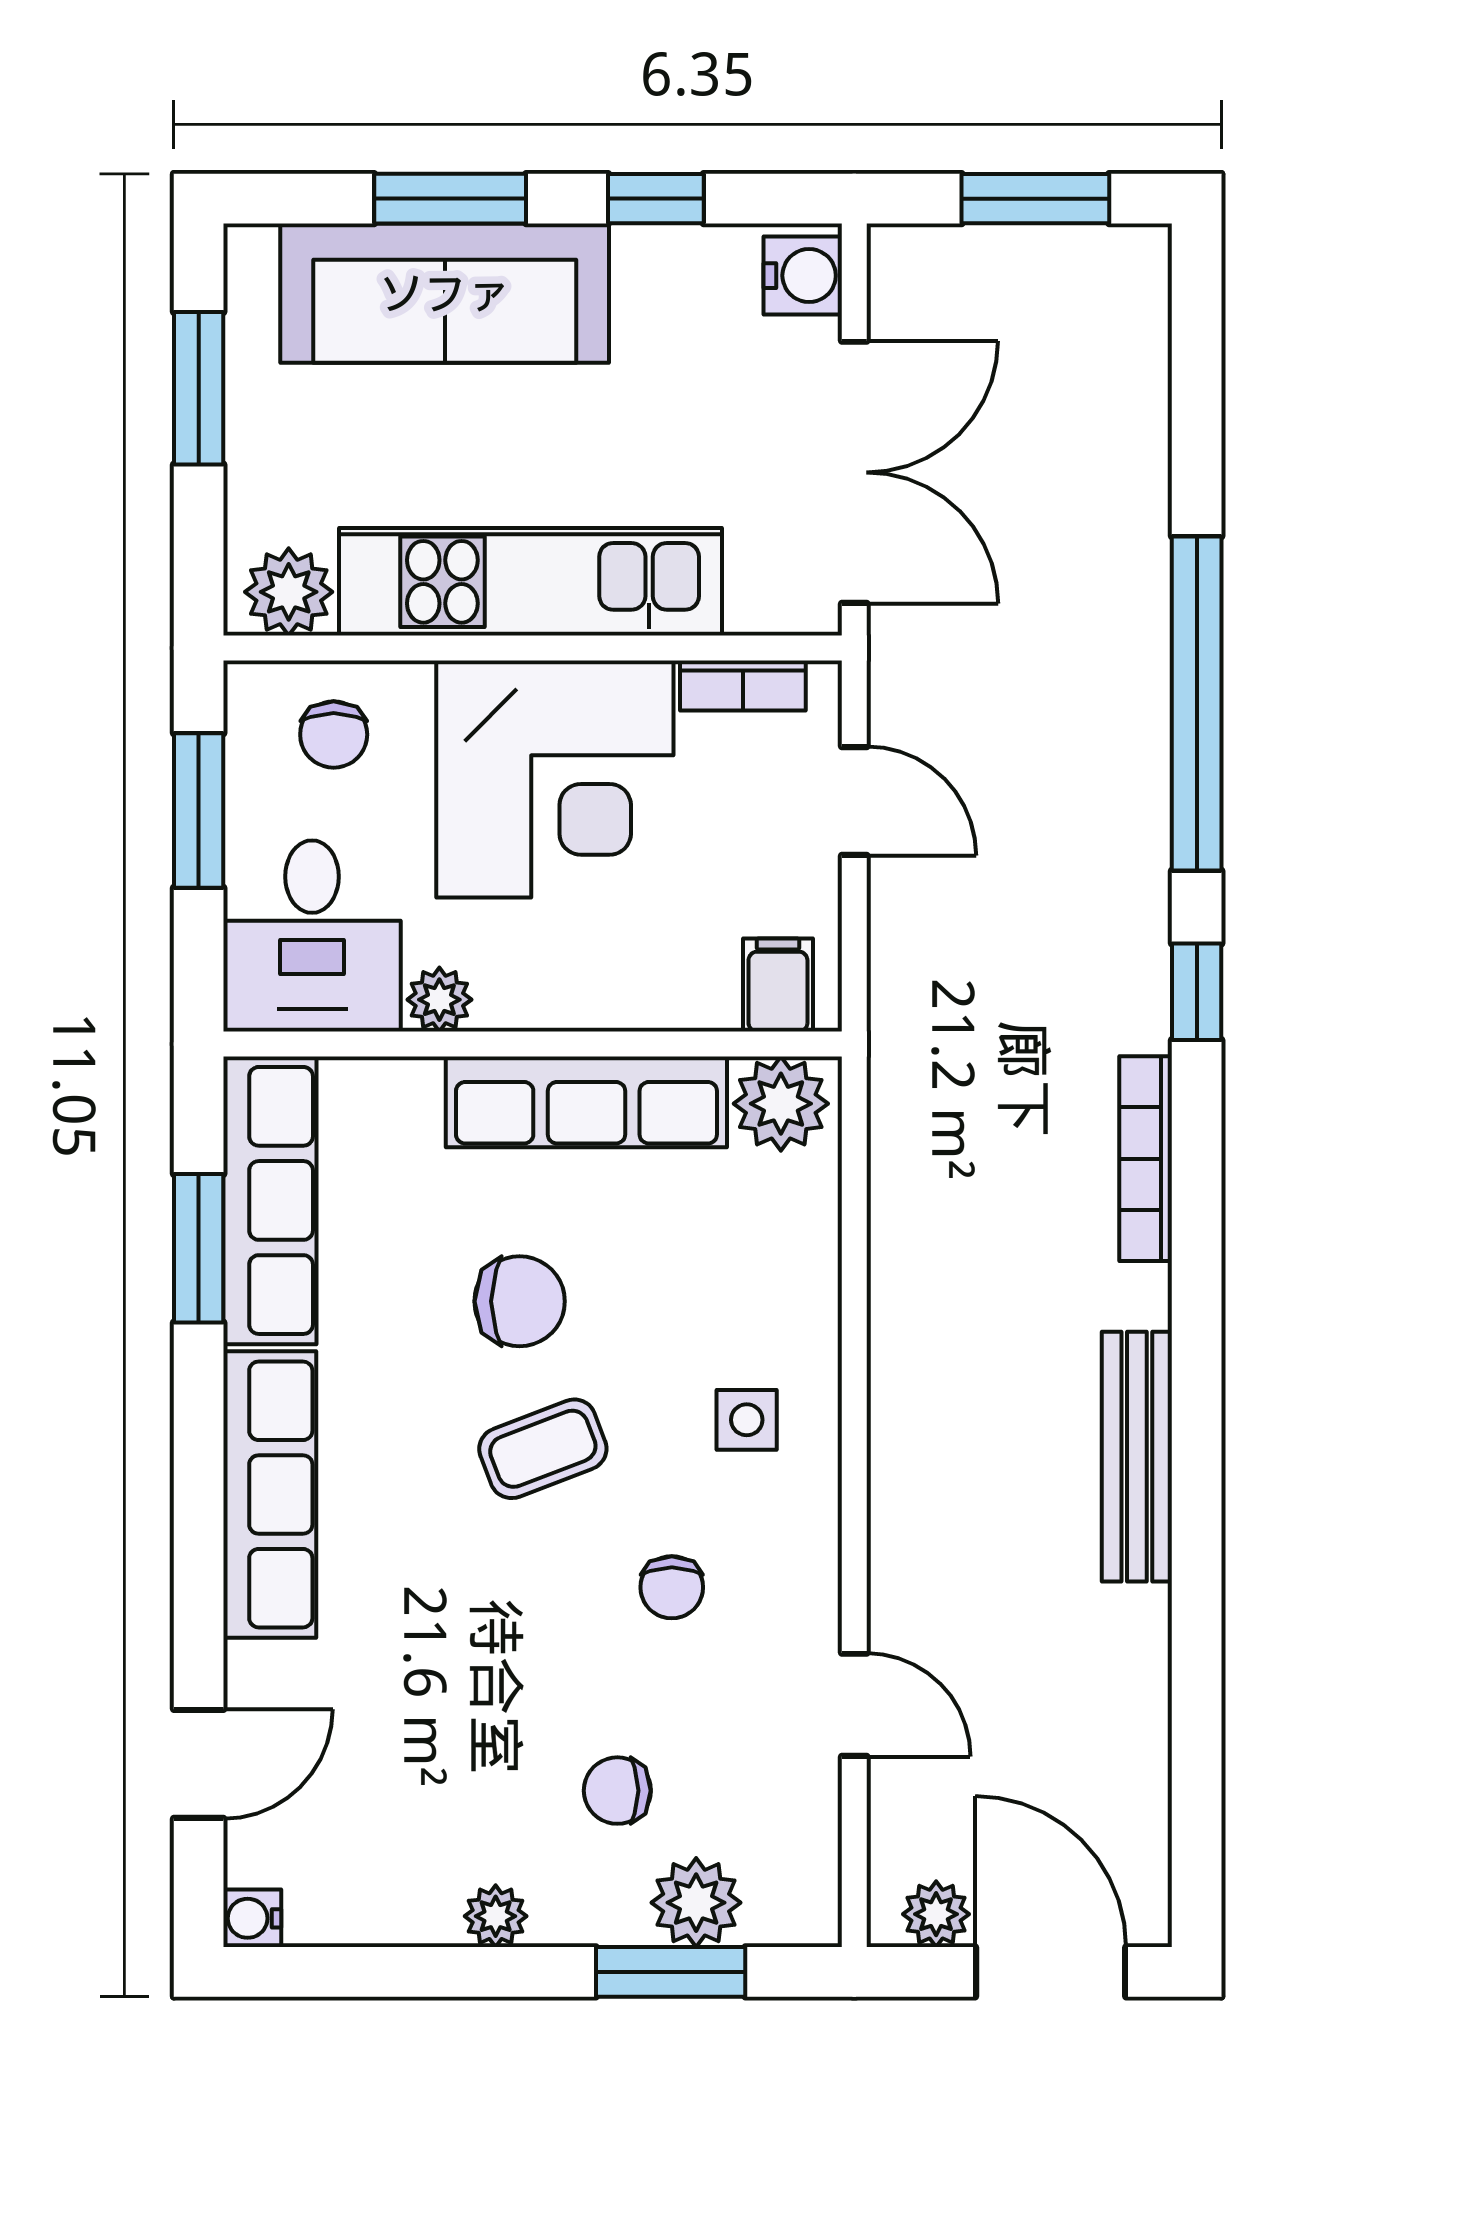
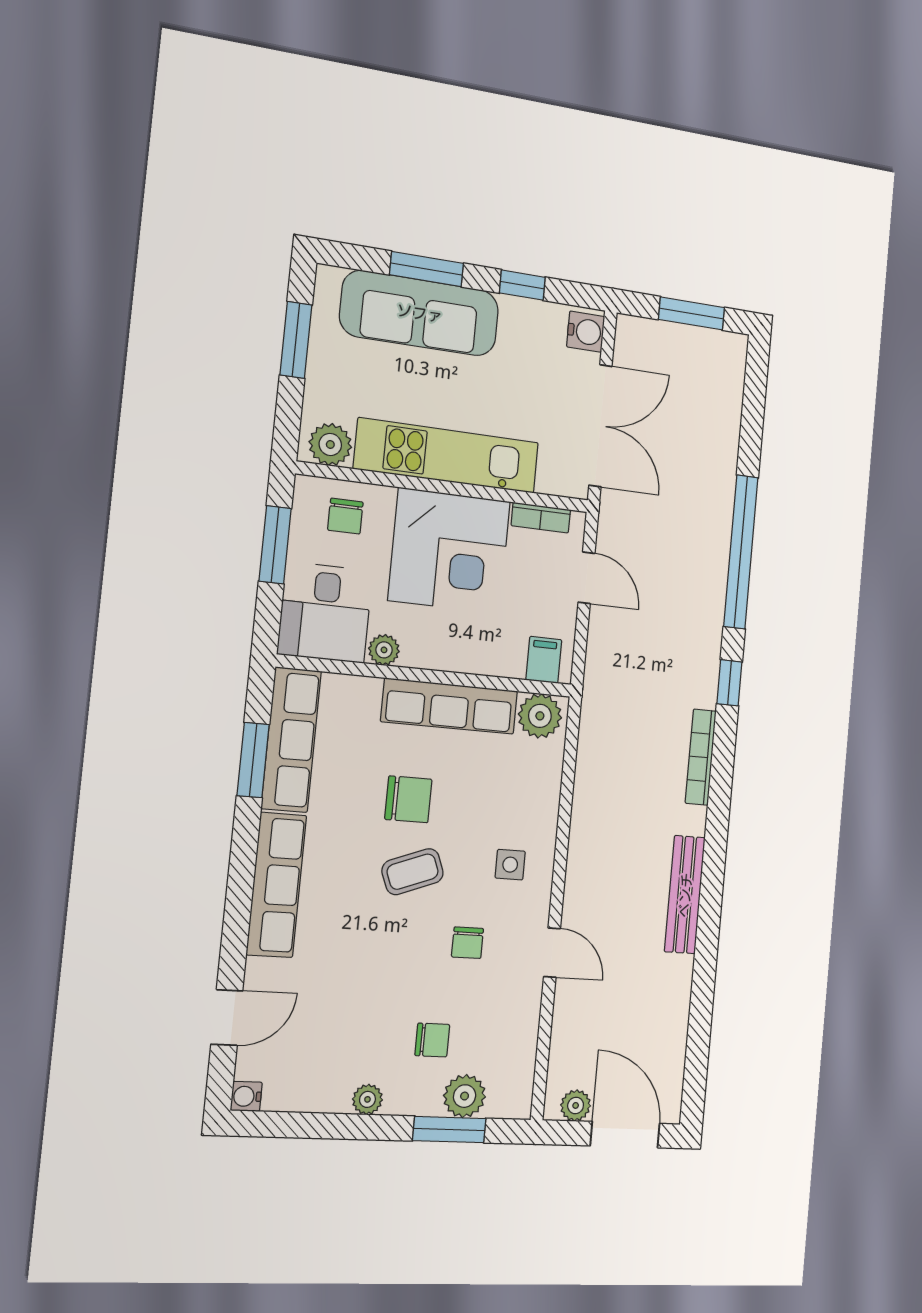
door: (854, 1705) -> (552, 953), moved
chair: (617, 1791) -> (432, 1040), turned 180

